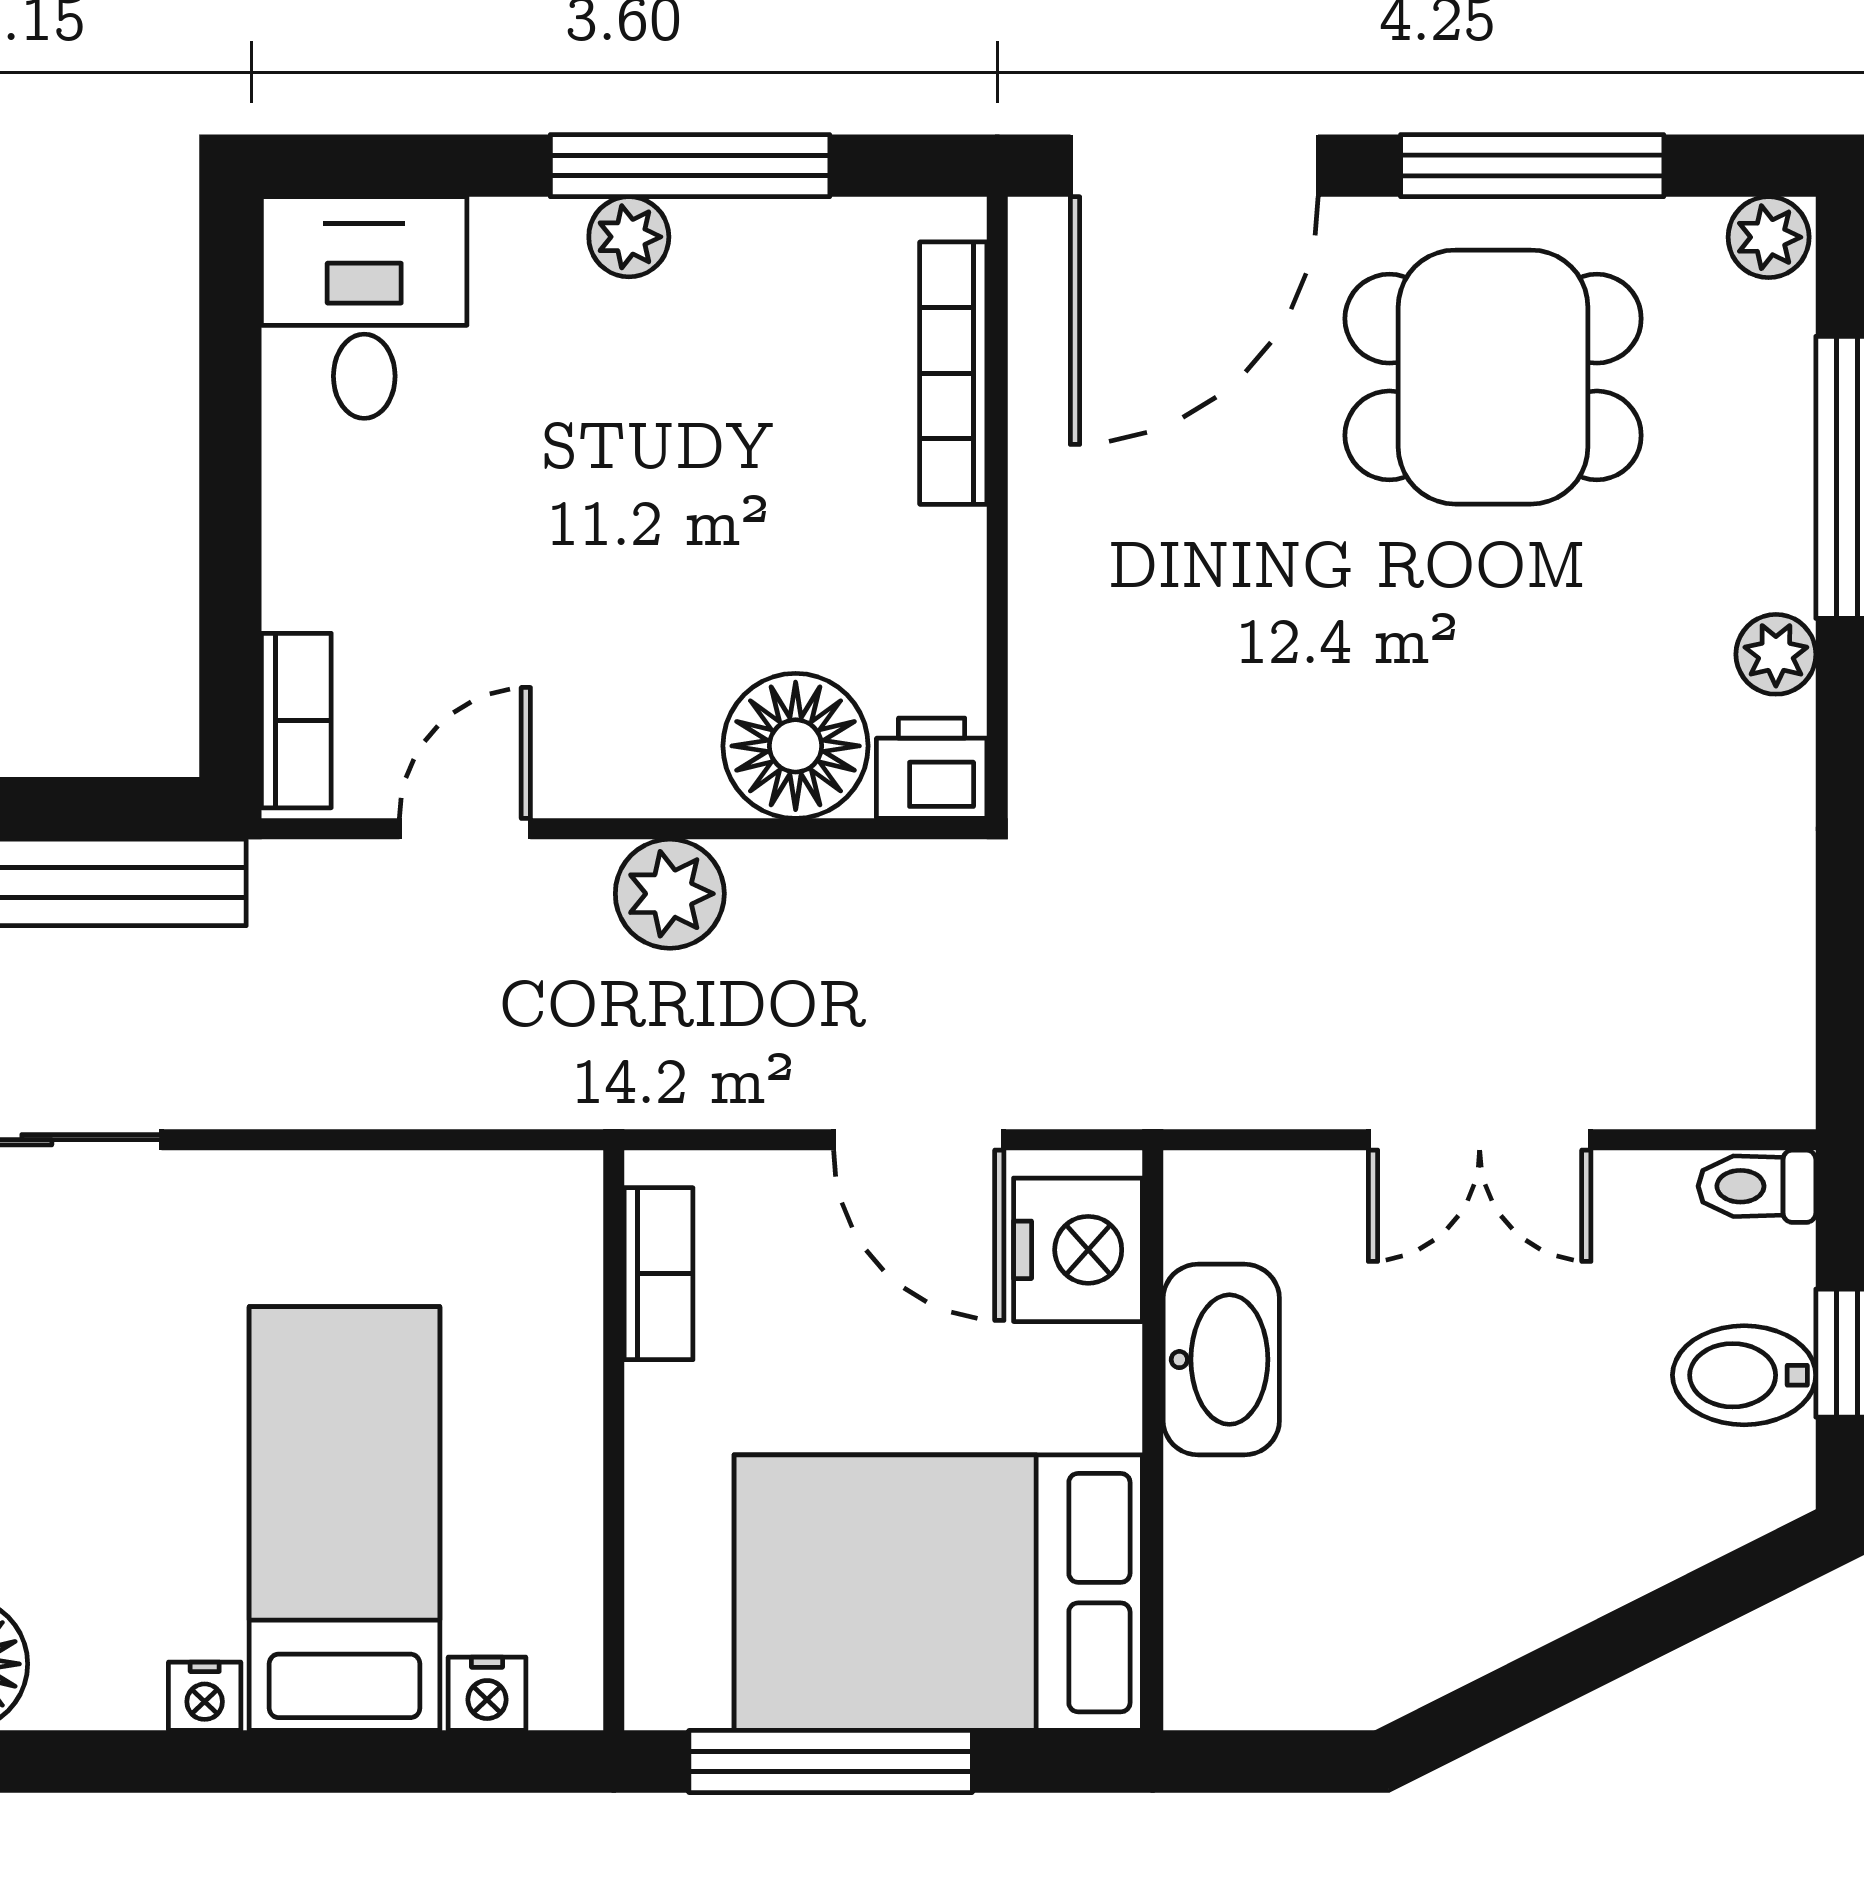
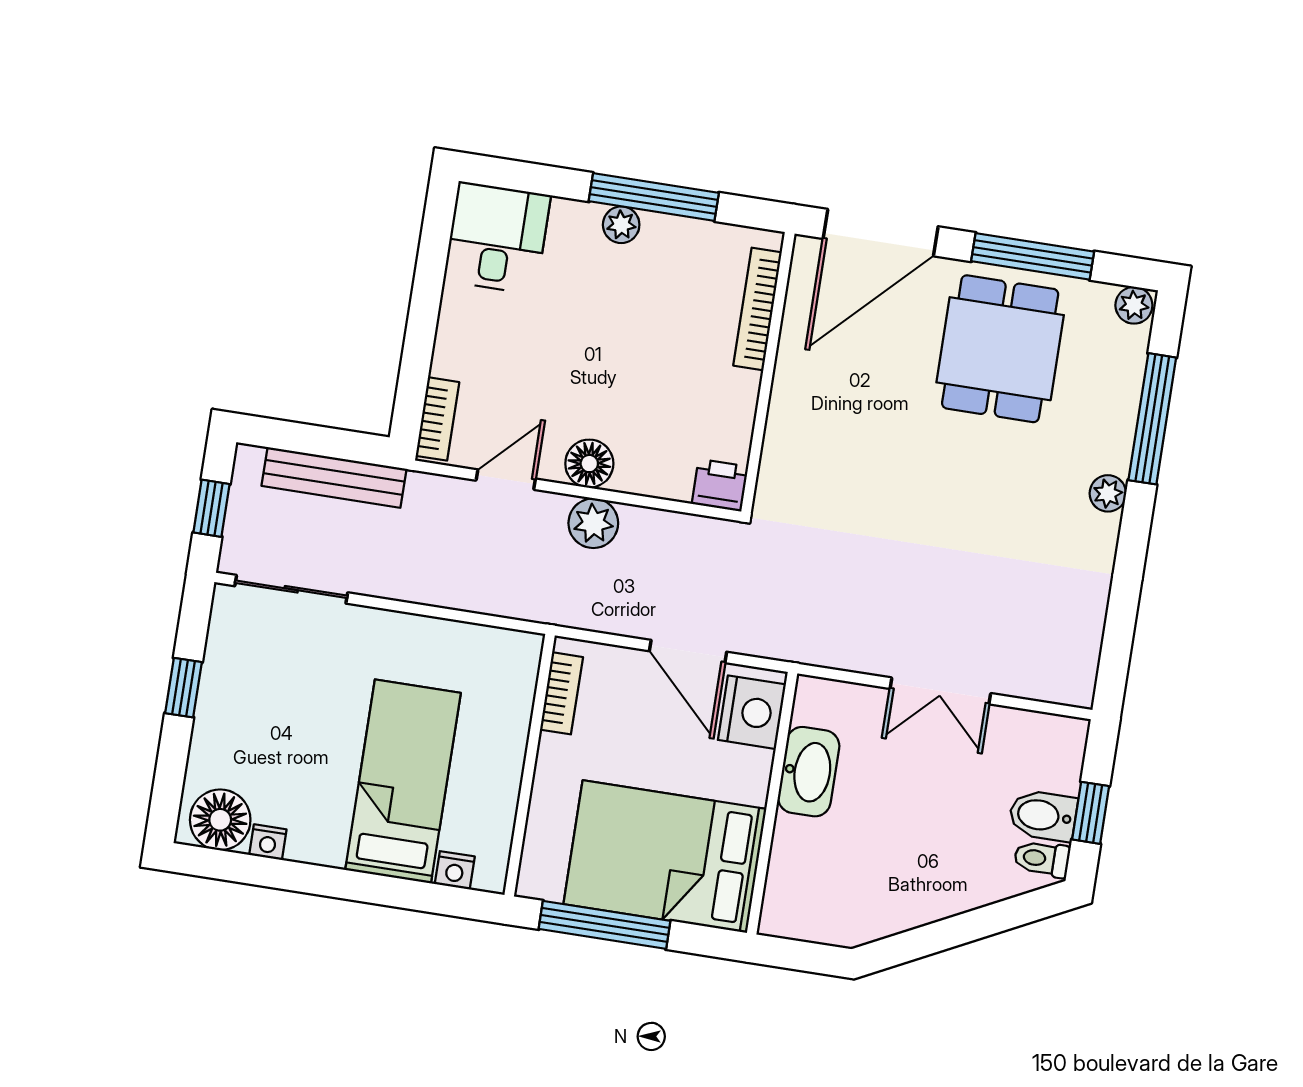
dining table: (1493, 377) -> (1000, 349), turned 90
floor lamp: (796, 746) -> (589, 464), moved, width x0.73, depth x0.73
toilet: (1757, 1186) -> (1042, 859), moved
nightstand: (205, 1696) -> (268, 842), moved

